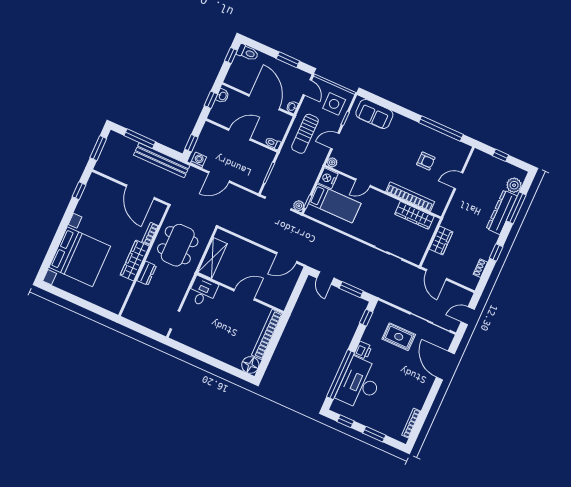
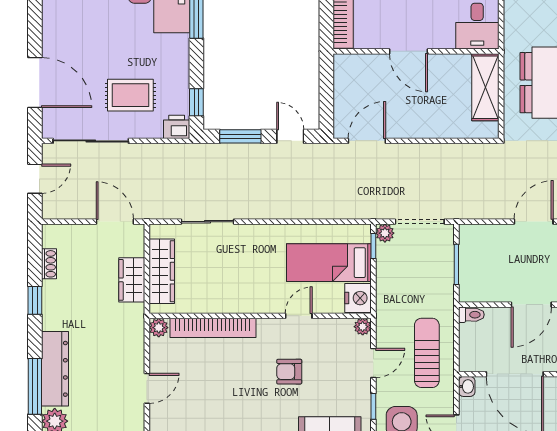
armchair: (426, 161) -> (289, 372), moved
plant: (438, 209) -> (159, 328), added
wardrobe: (414, 215) -> (162, 271), moved, turned 90
door: (244, 295) -> (408, 51), hinge flipped
printer: (363, 350) -> (177, 127), moved, turned 90

